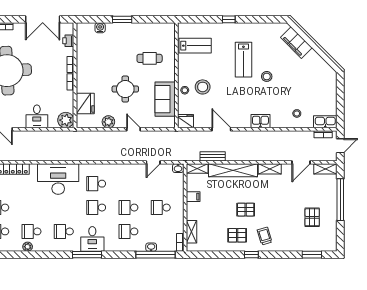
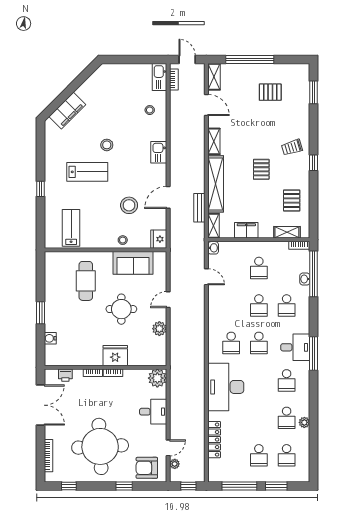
cafe table: (150, 58) -> (86, 281), width x1.37, depth x1.35
stool: (203, 87) -> (129, 205), moved
fridge: (85, 104) -> (115, 356), moved
filing cabinet: (193, 197) -> (246, 230), width x2.00
pallet: (237, 235) -> (292, 201), moved

